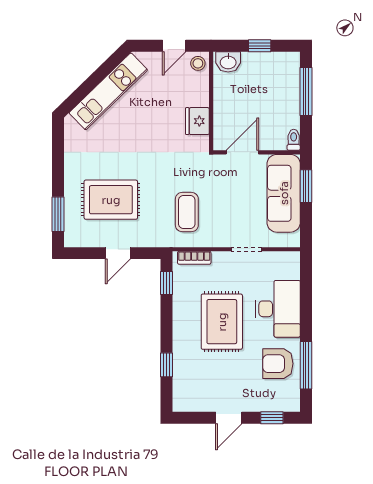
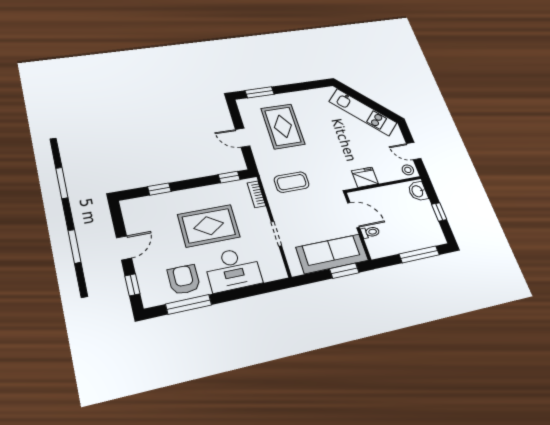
toilet: (294, 140) -> (370, 232), moved
door: (229, 418) -> (124, 248), swing flipped

